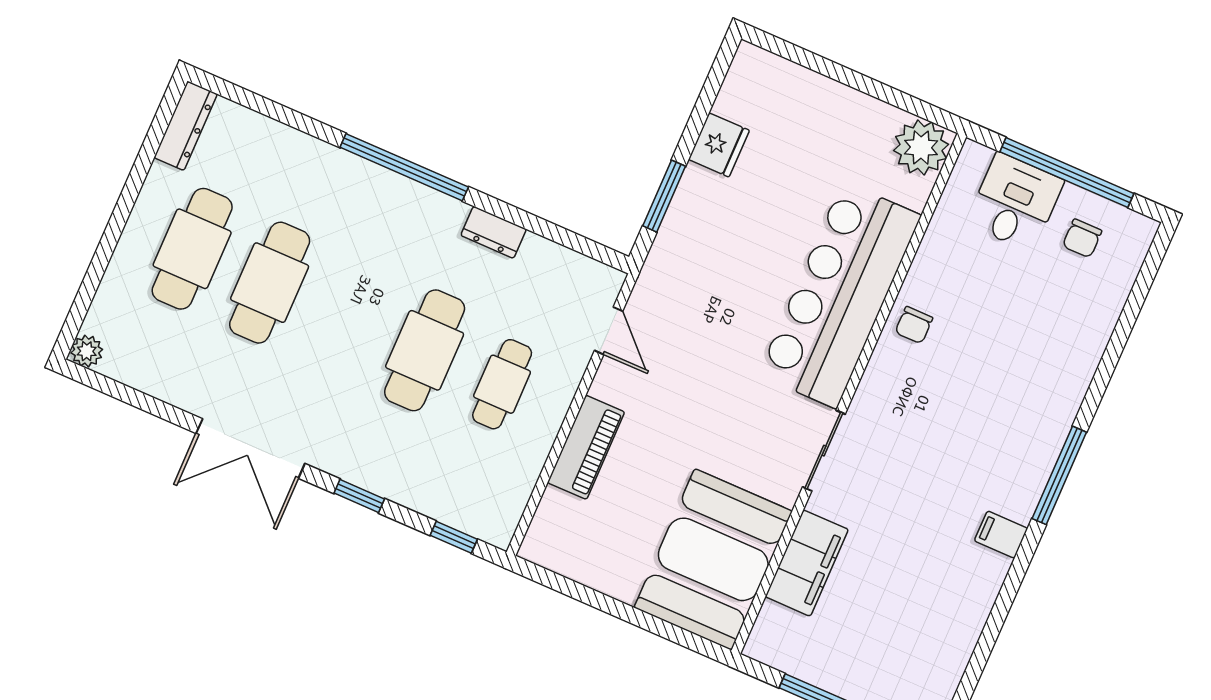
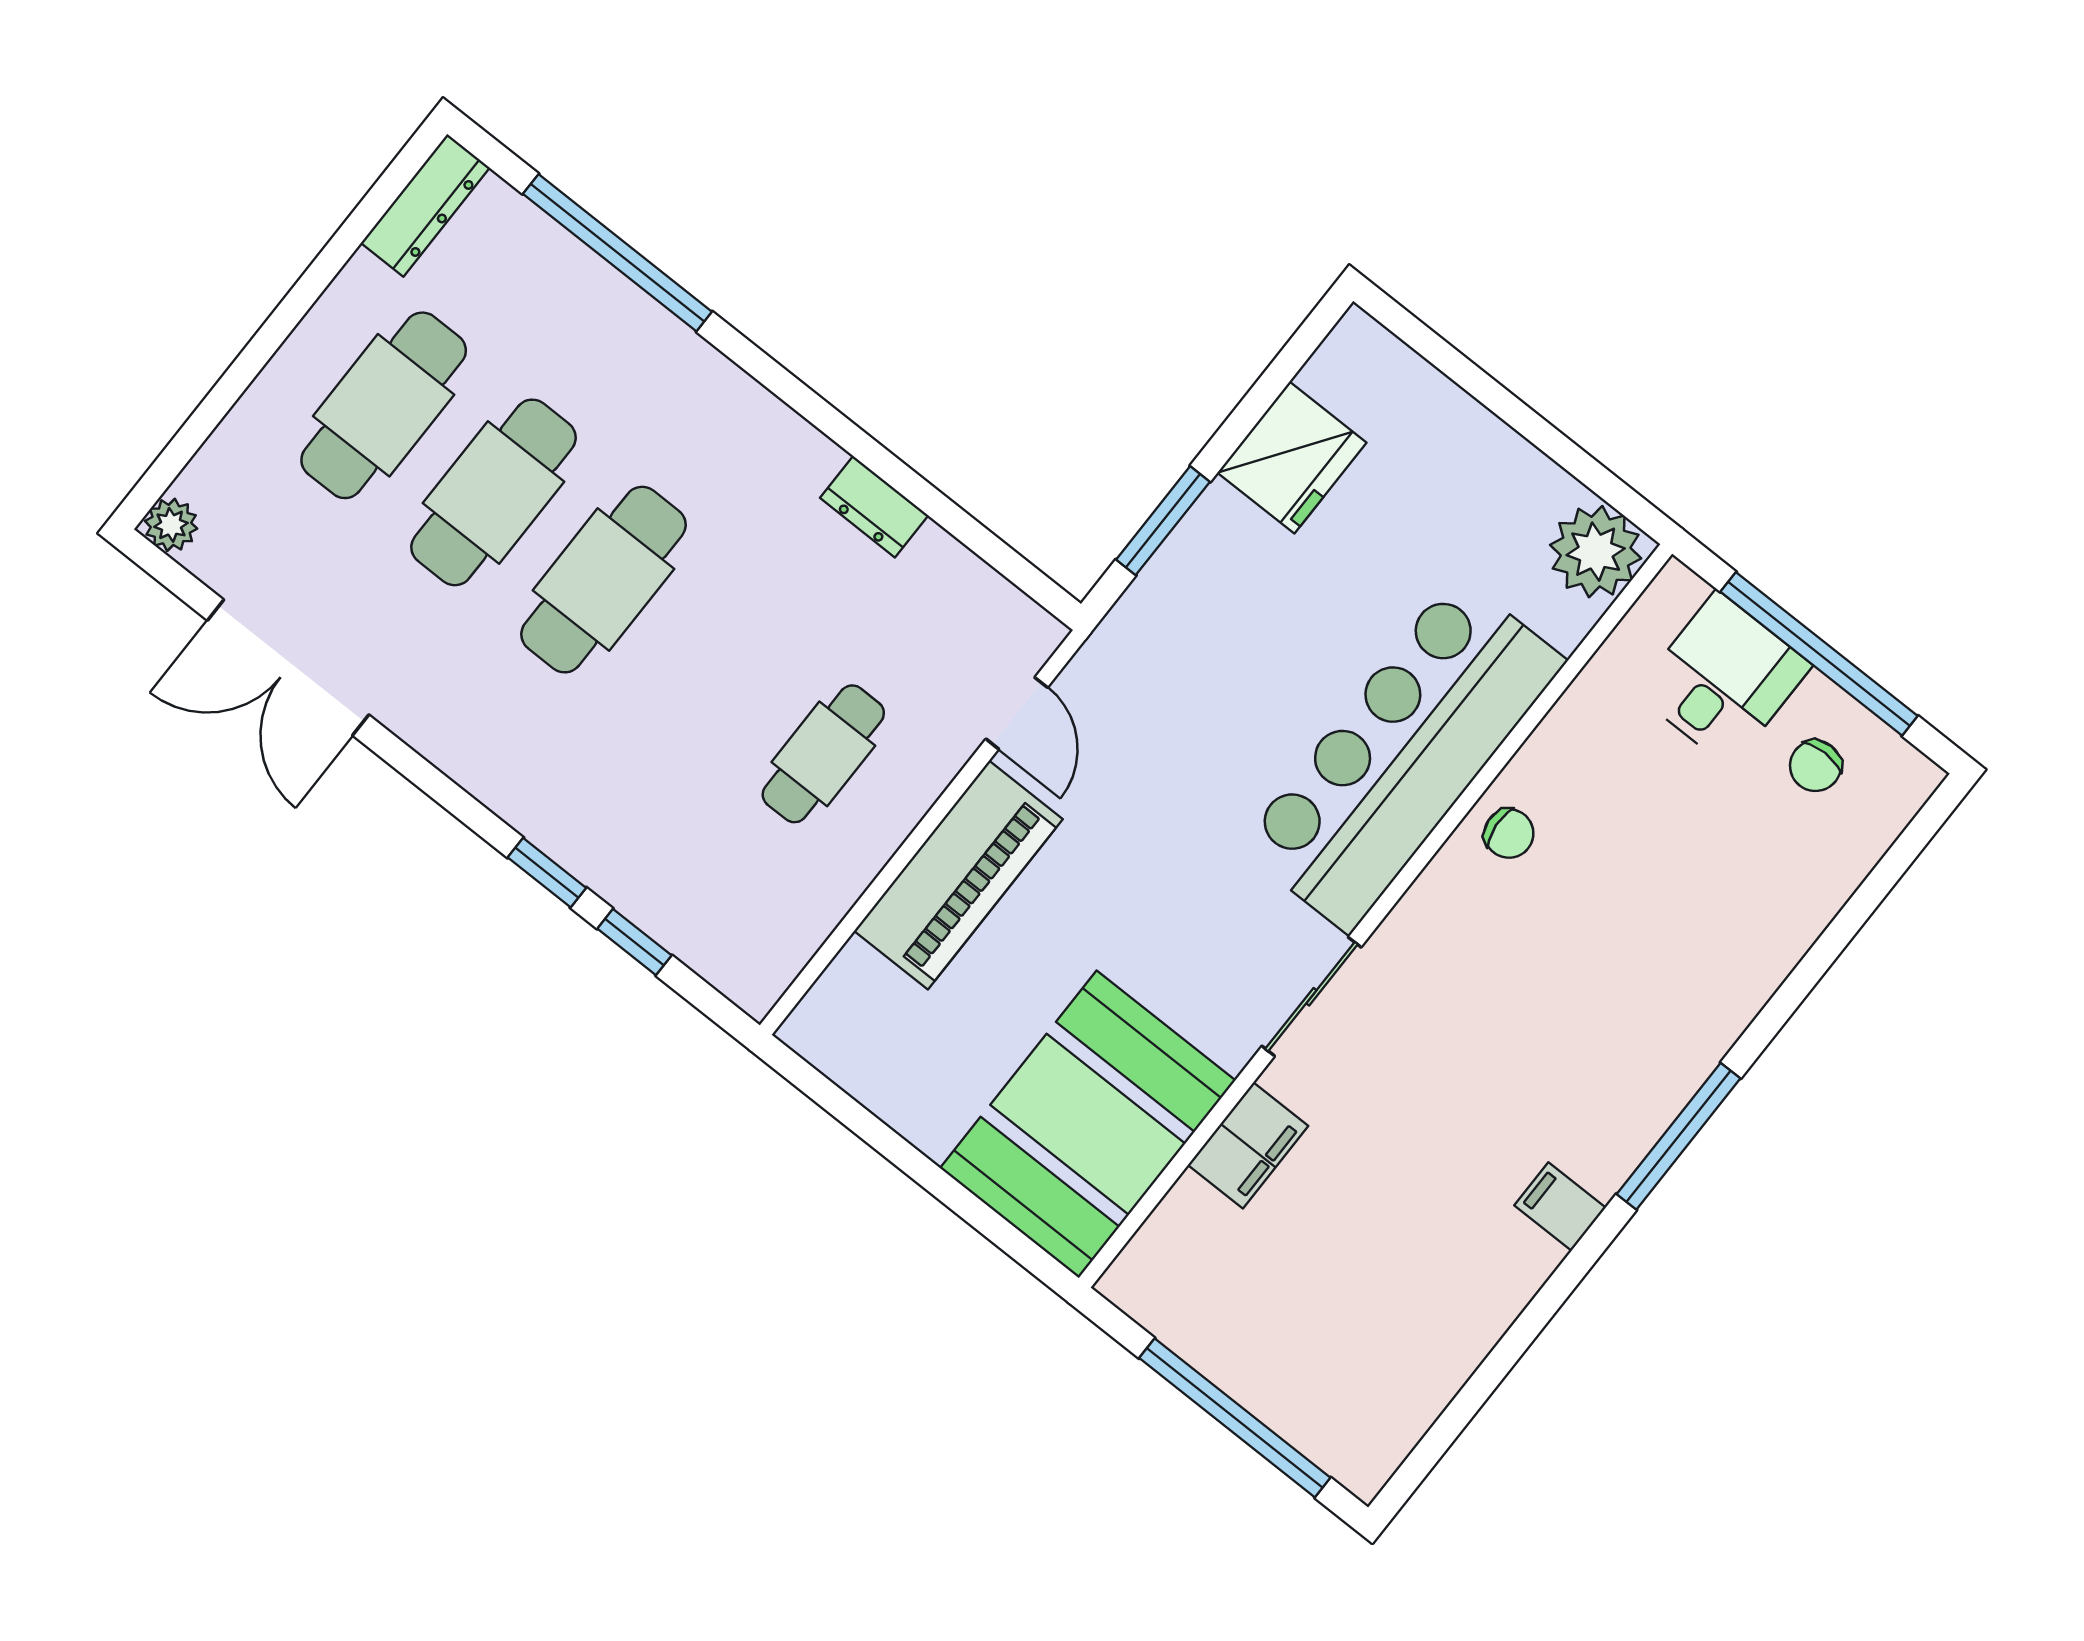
fridge: (719, 145) -> (1292, 458), width x1.36, depth x1.34
window: (404, 167) -> (617, 253), moved
chair: (914, 325) -> (1509, 833), turned -95
cafe table: (425, 350) -> (603, 580), moved
piano: (586, 447) -> (958, 875), width x1.37, depth x1.33
double door: (250, 448) -> (288, 668), moved
window: (454, 537) -> (634, 942), moved
filing cabinet: (807, 563) -> (1248, 1145), width x0.67, depth x0.86

